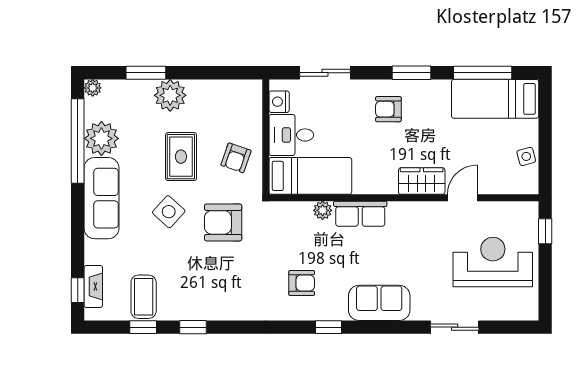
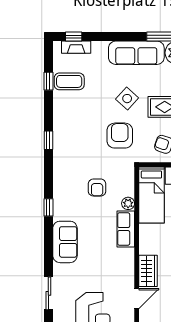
door: (462, 198) -> (137, 299), hinge flipped
armchair: (302, 283) -> (97, 188), moved
window: (193, 327) -> (48, 140), moved

